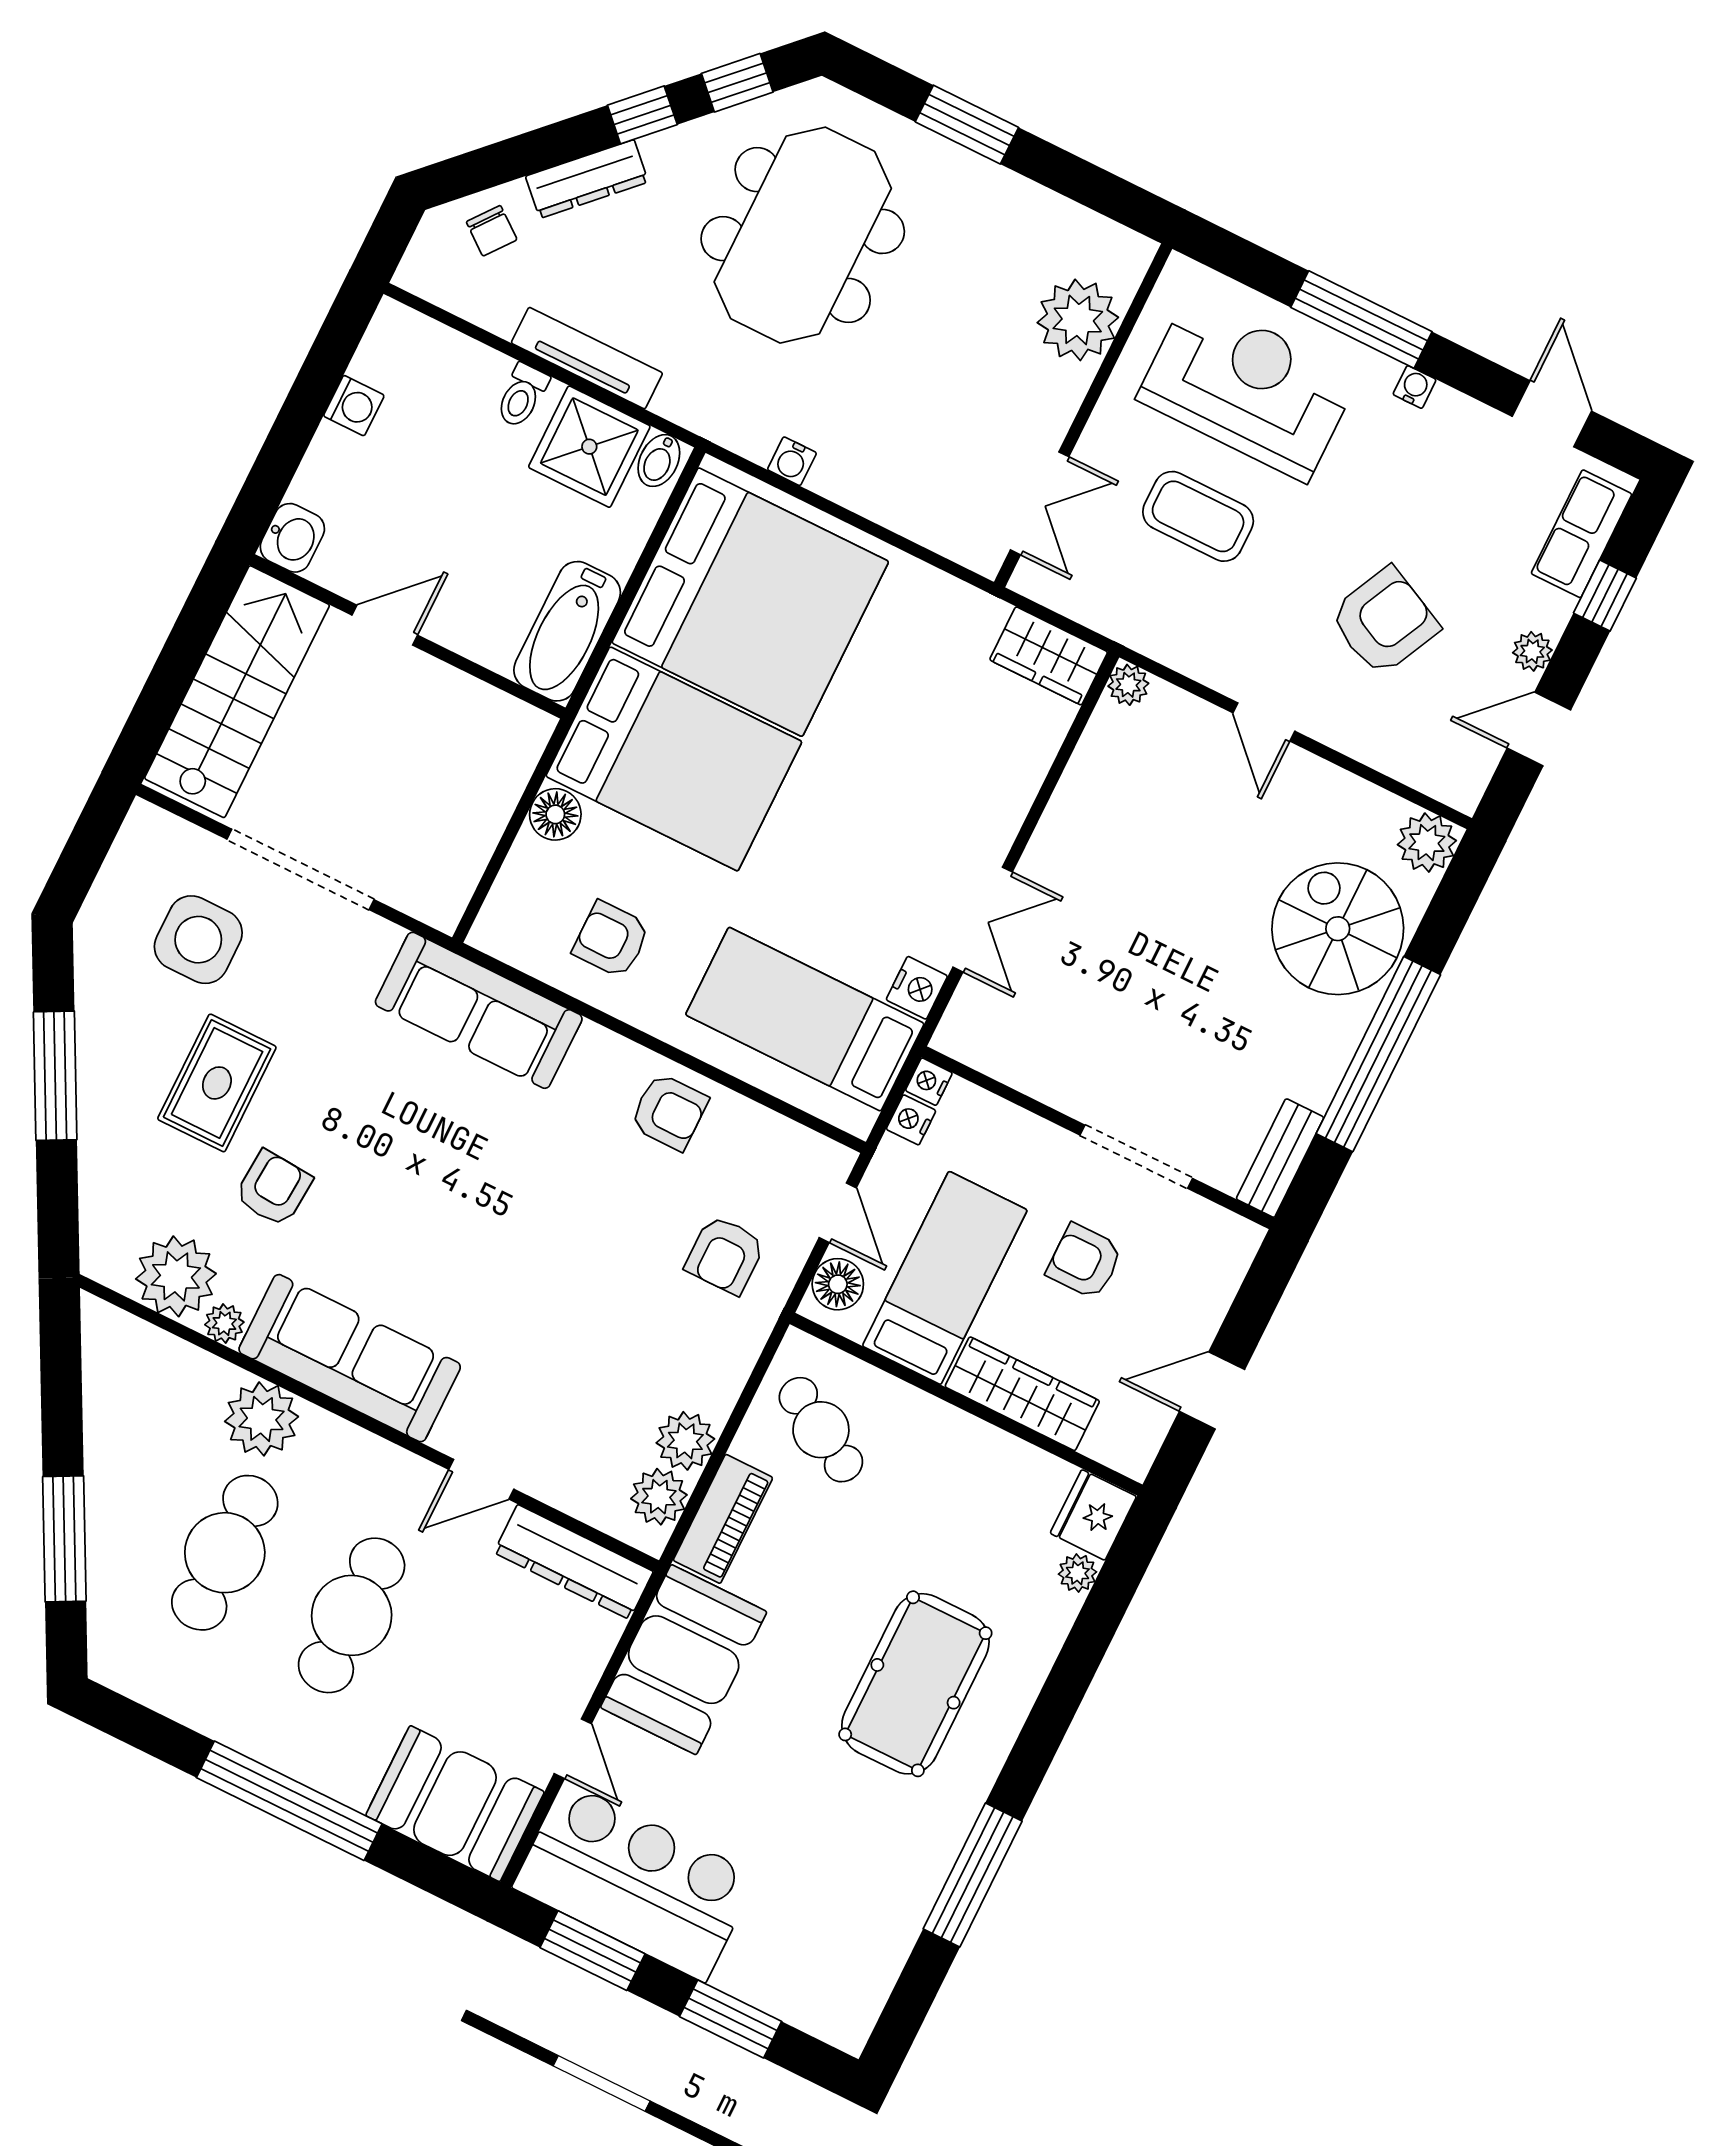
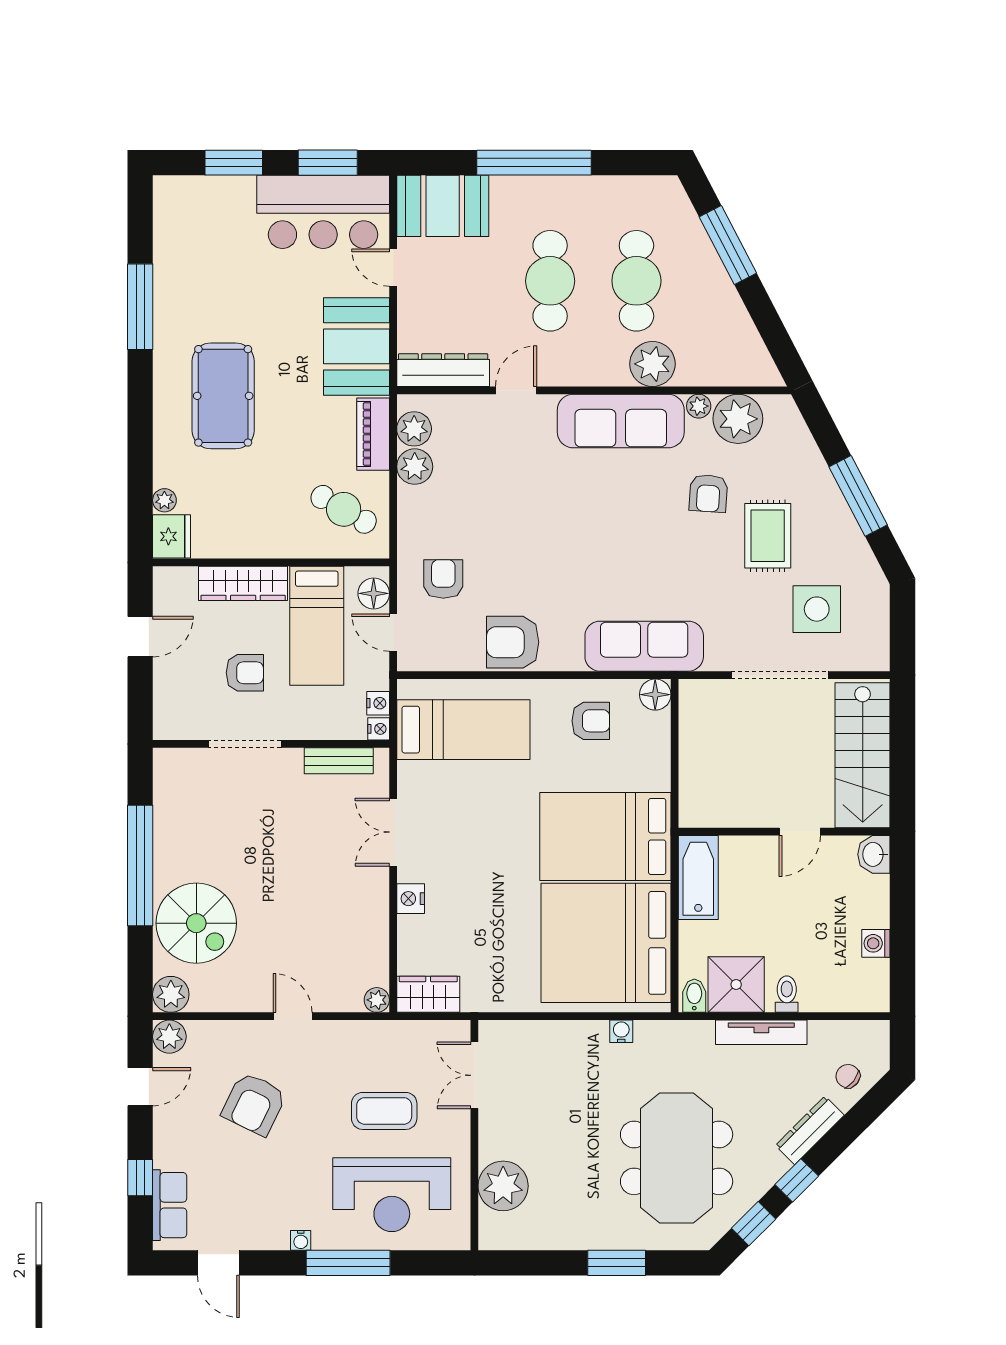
plant: (1532, 651) -> (169, 1037), moved, width x1.38, depth x1.38
floor lamp: (555, 814) -> (655, 695), moved
nightstand: (917, 988) -> (411, 899), moved
armchair: (669, 1112) -> (513, 642), width x1.38, depth x1.38
bench: (1280, 1158) -> (339, 761), moved, turned 90

